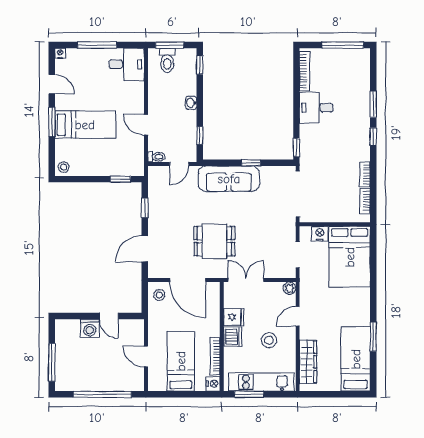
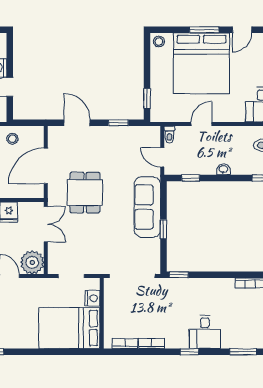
window: (373, 104) -> (243, 352), moved
desk: (316, 108) -> (205, 332), moved, turned 180
bed: (85, 125) -> (201, 63), width x2.04
plant: (290, 288) -> (32, 262), width x1.87, depth x1.87
stool: (159, 295) -> (12, 139), moved

